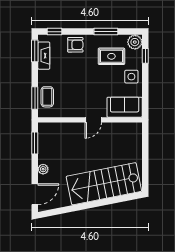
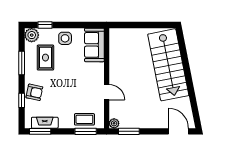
window: (54, 32) -> (22, 100), moved
armchair: (75, 45) -> (34, 92), turned 102
door: (93, 120) -> (107, 92), moved
plant: (43, 169) -> (114, 123), moved

